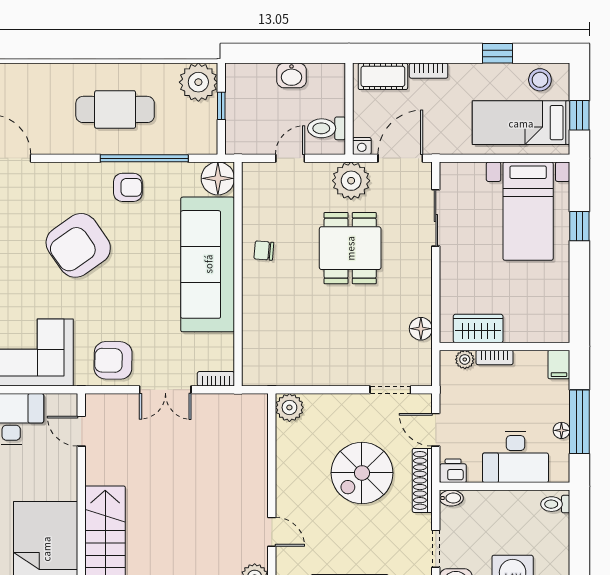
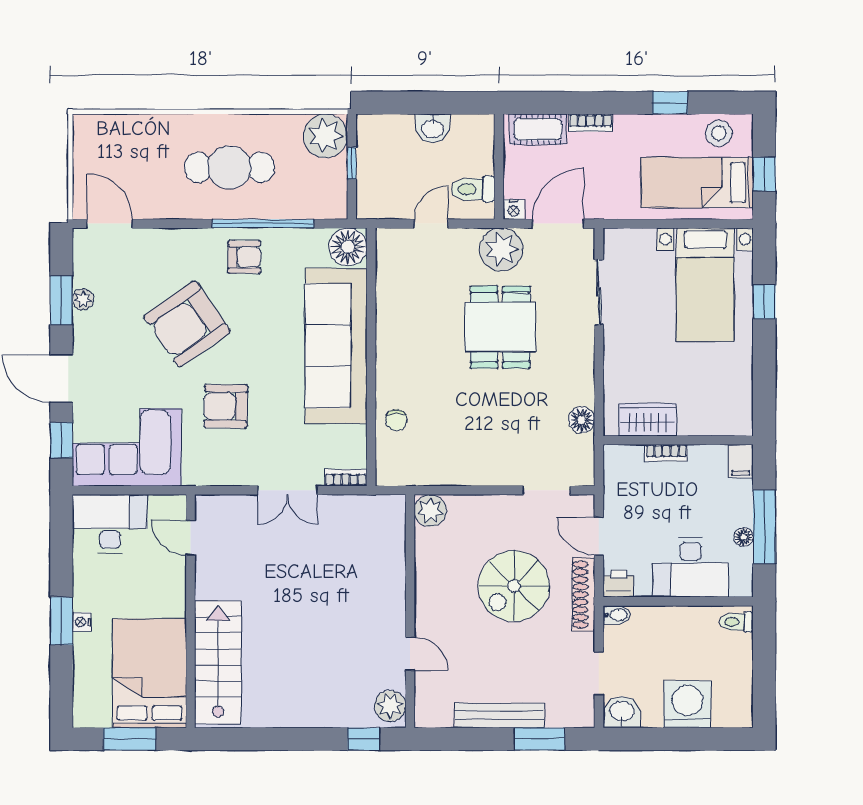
chair: (264, 251) -> (396, 420), moved, turned -95
plant: (465, 359) -> (632, 455), removed
armchair: (113, 360) -> (226, 406), moved

